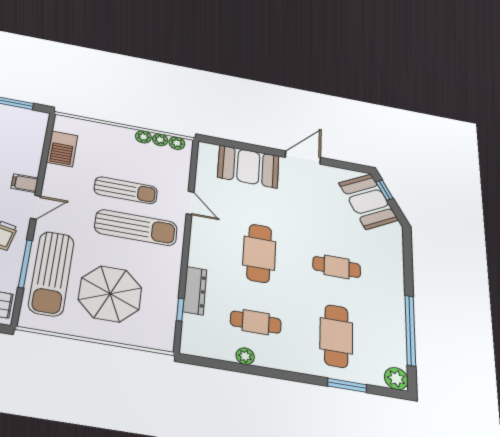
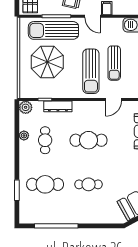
cafe table: (337, 267) -> (89, 184), turned 90
plant: (396, 379) -> (26, 107), moved

